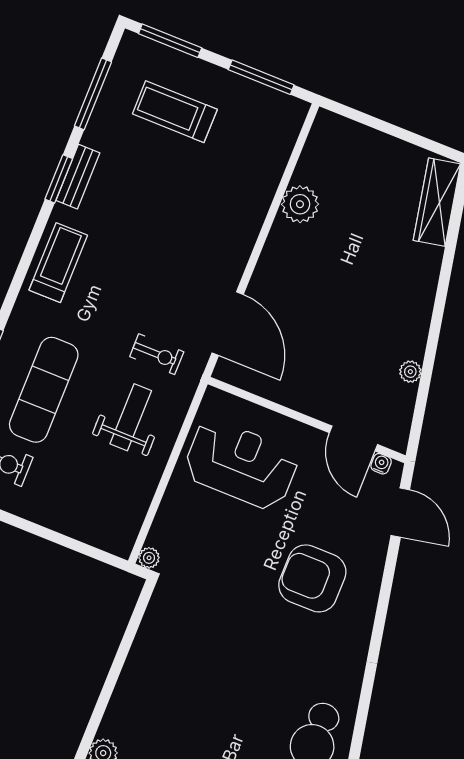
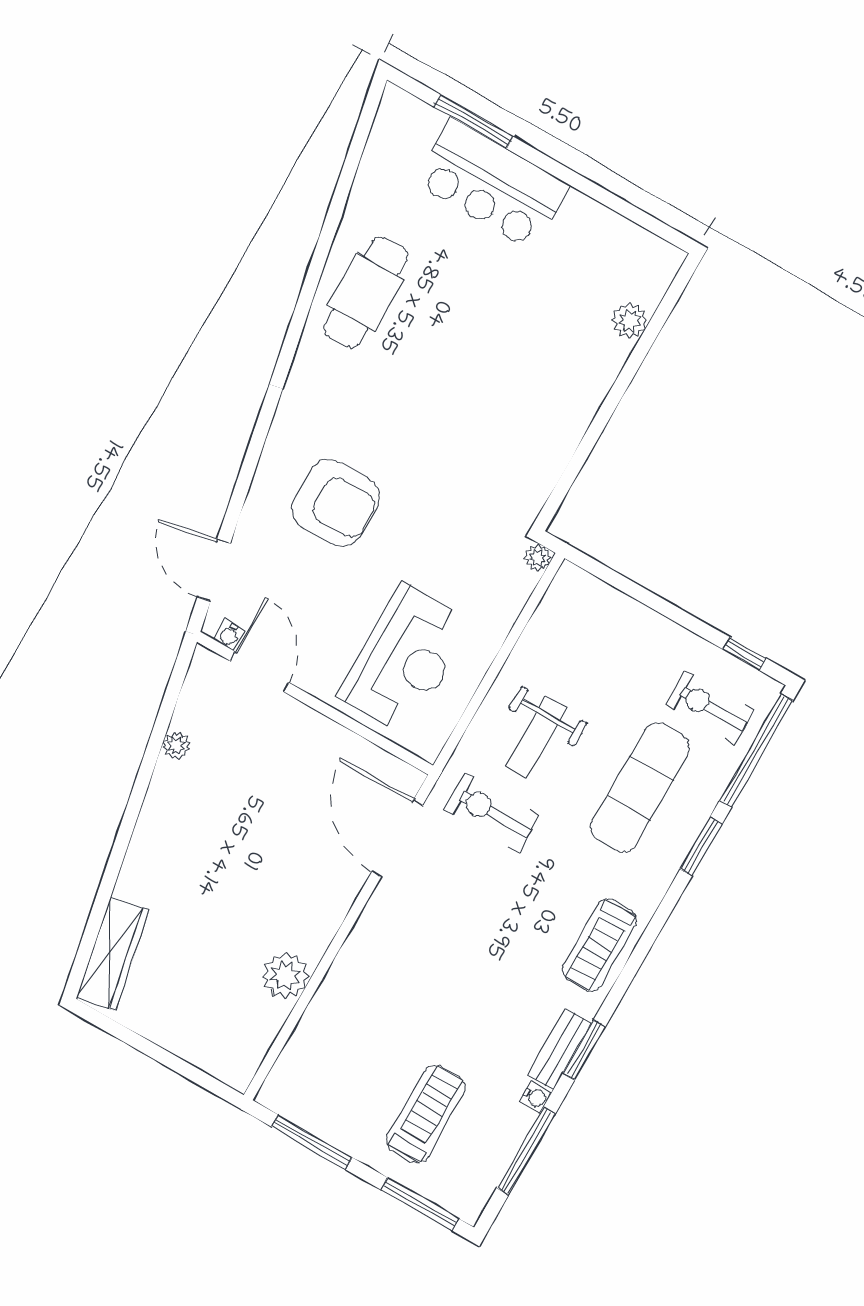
treadmill: (175, 112) -> (426, 1114), turned -90
water cooler: (92, 137) -> (535, 1097), added
exercise bike: (157, 354) -> (492, 812), width x1.38, depth x1.39
reception desk: (241, 464) -> (405, 659), turned -90

